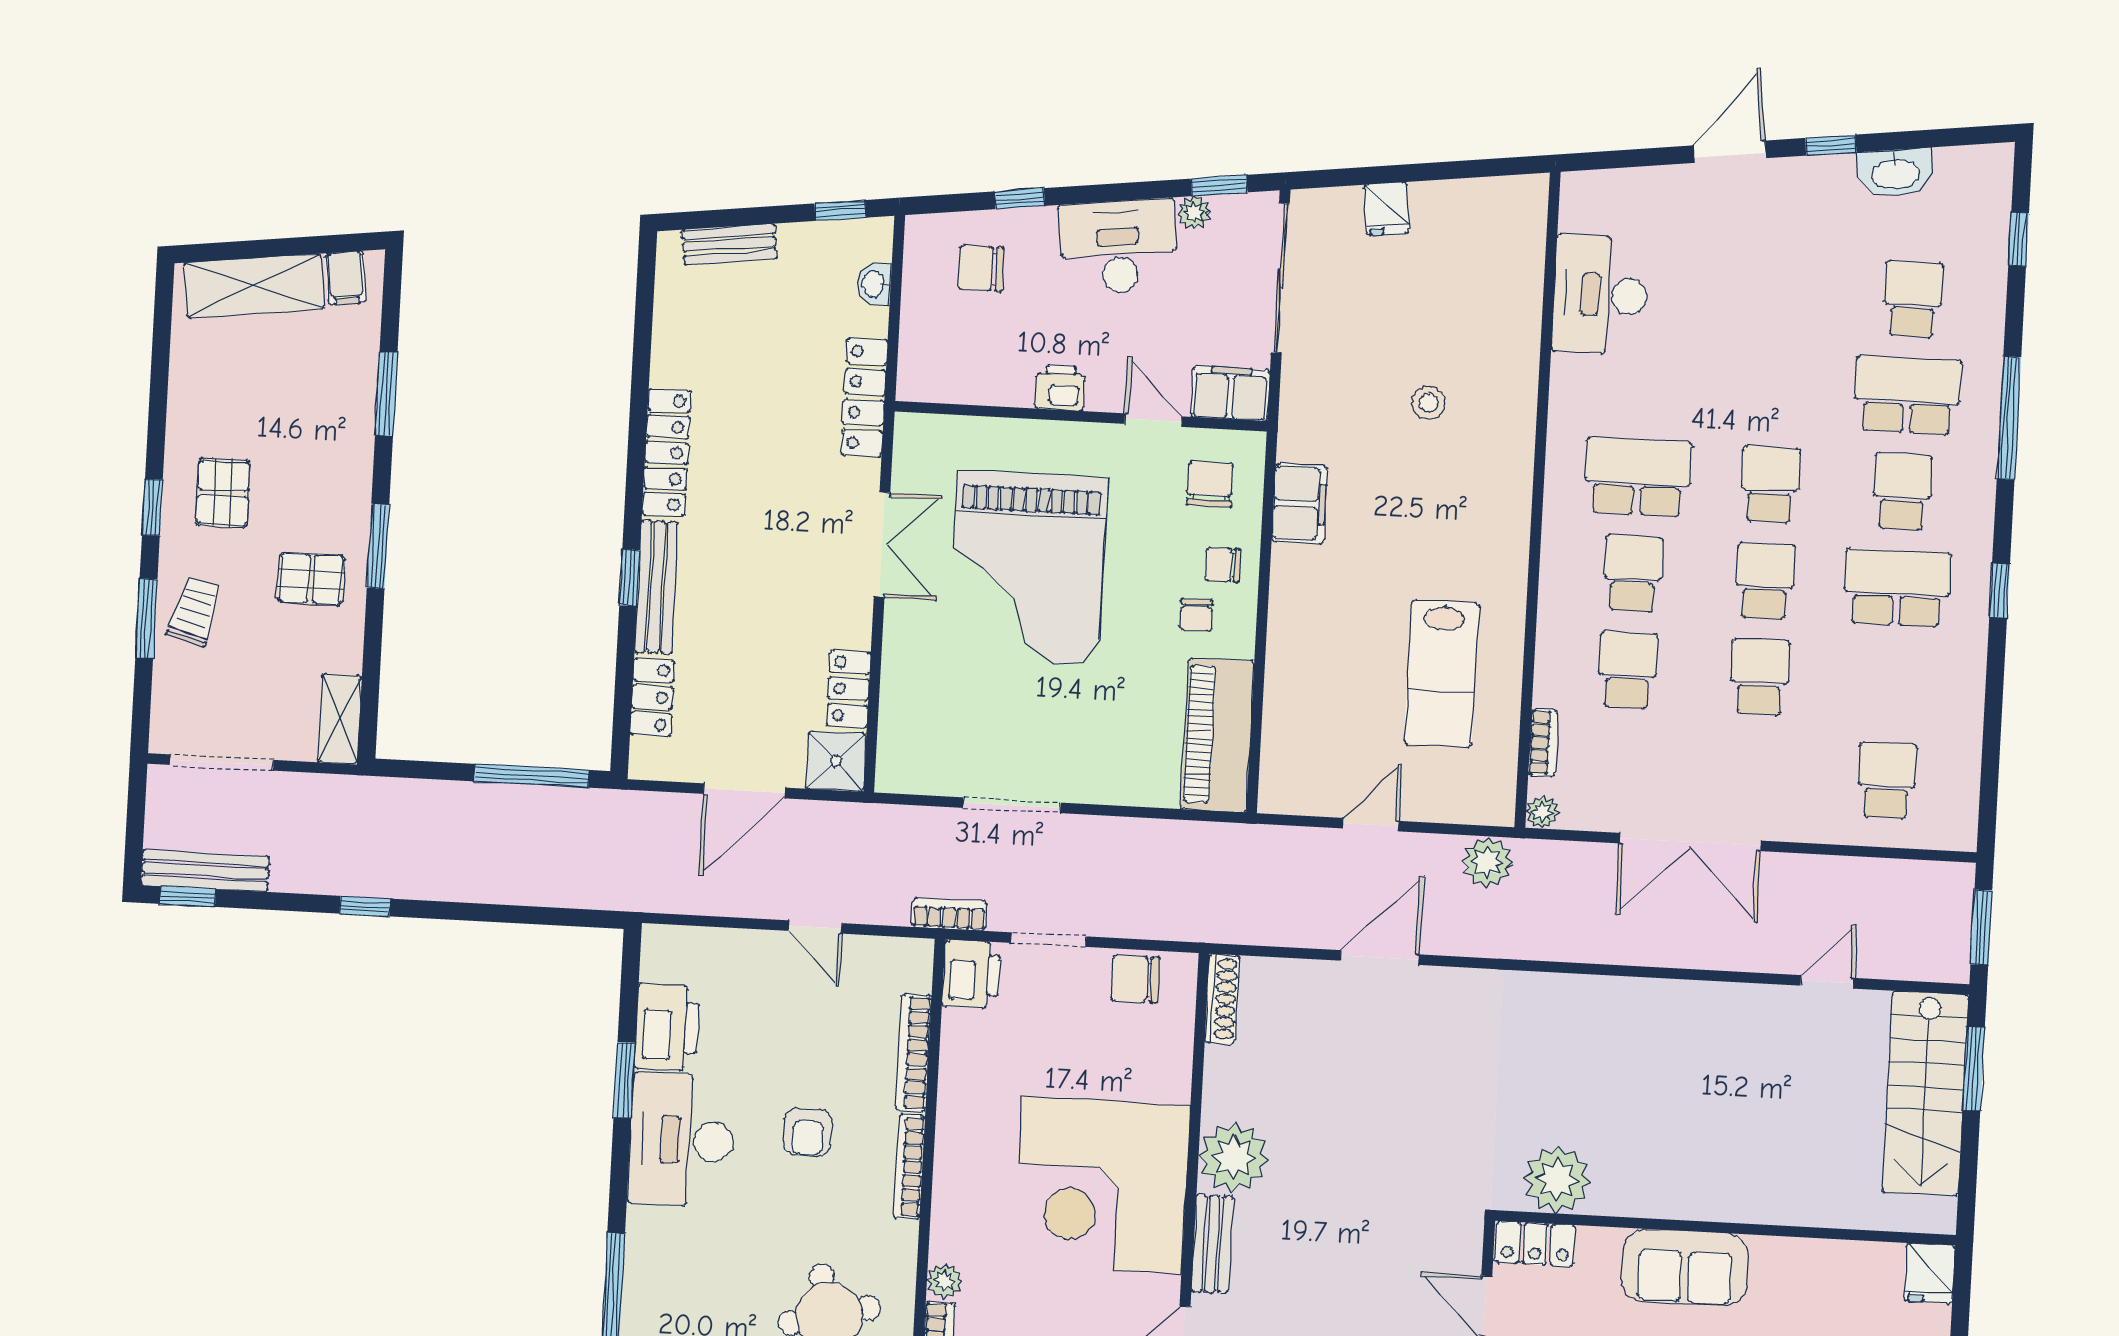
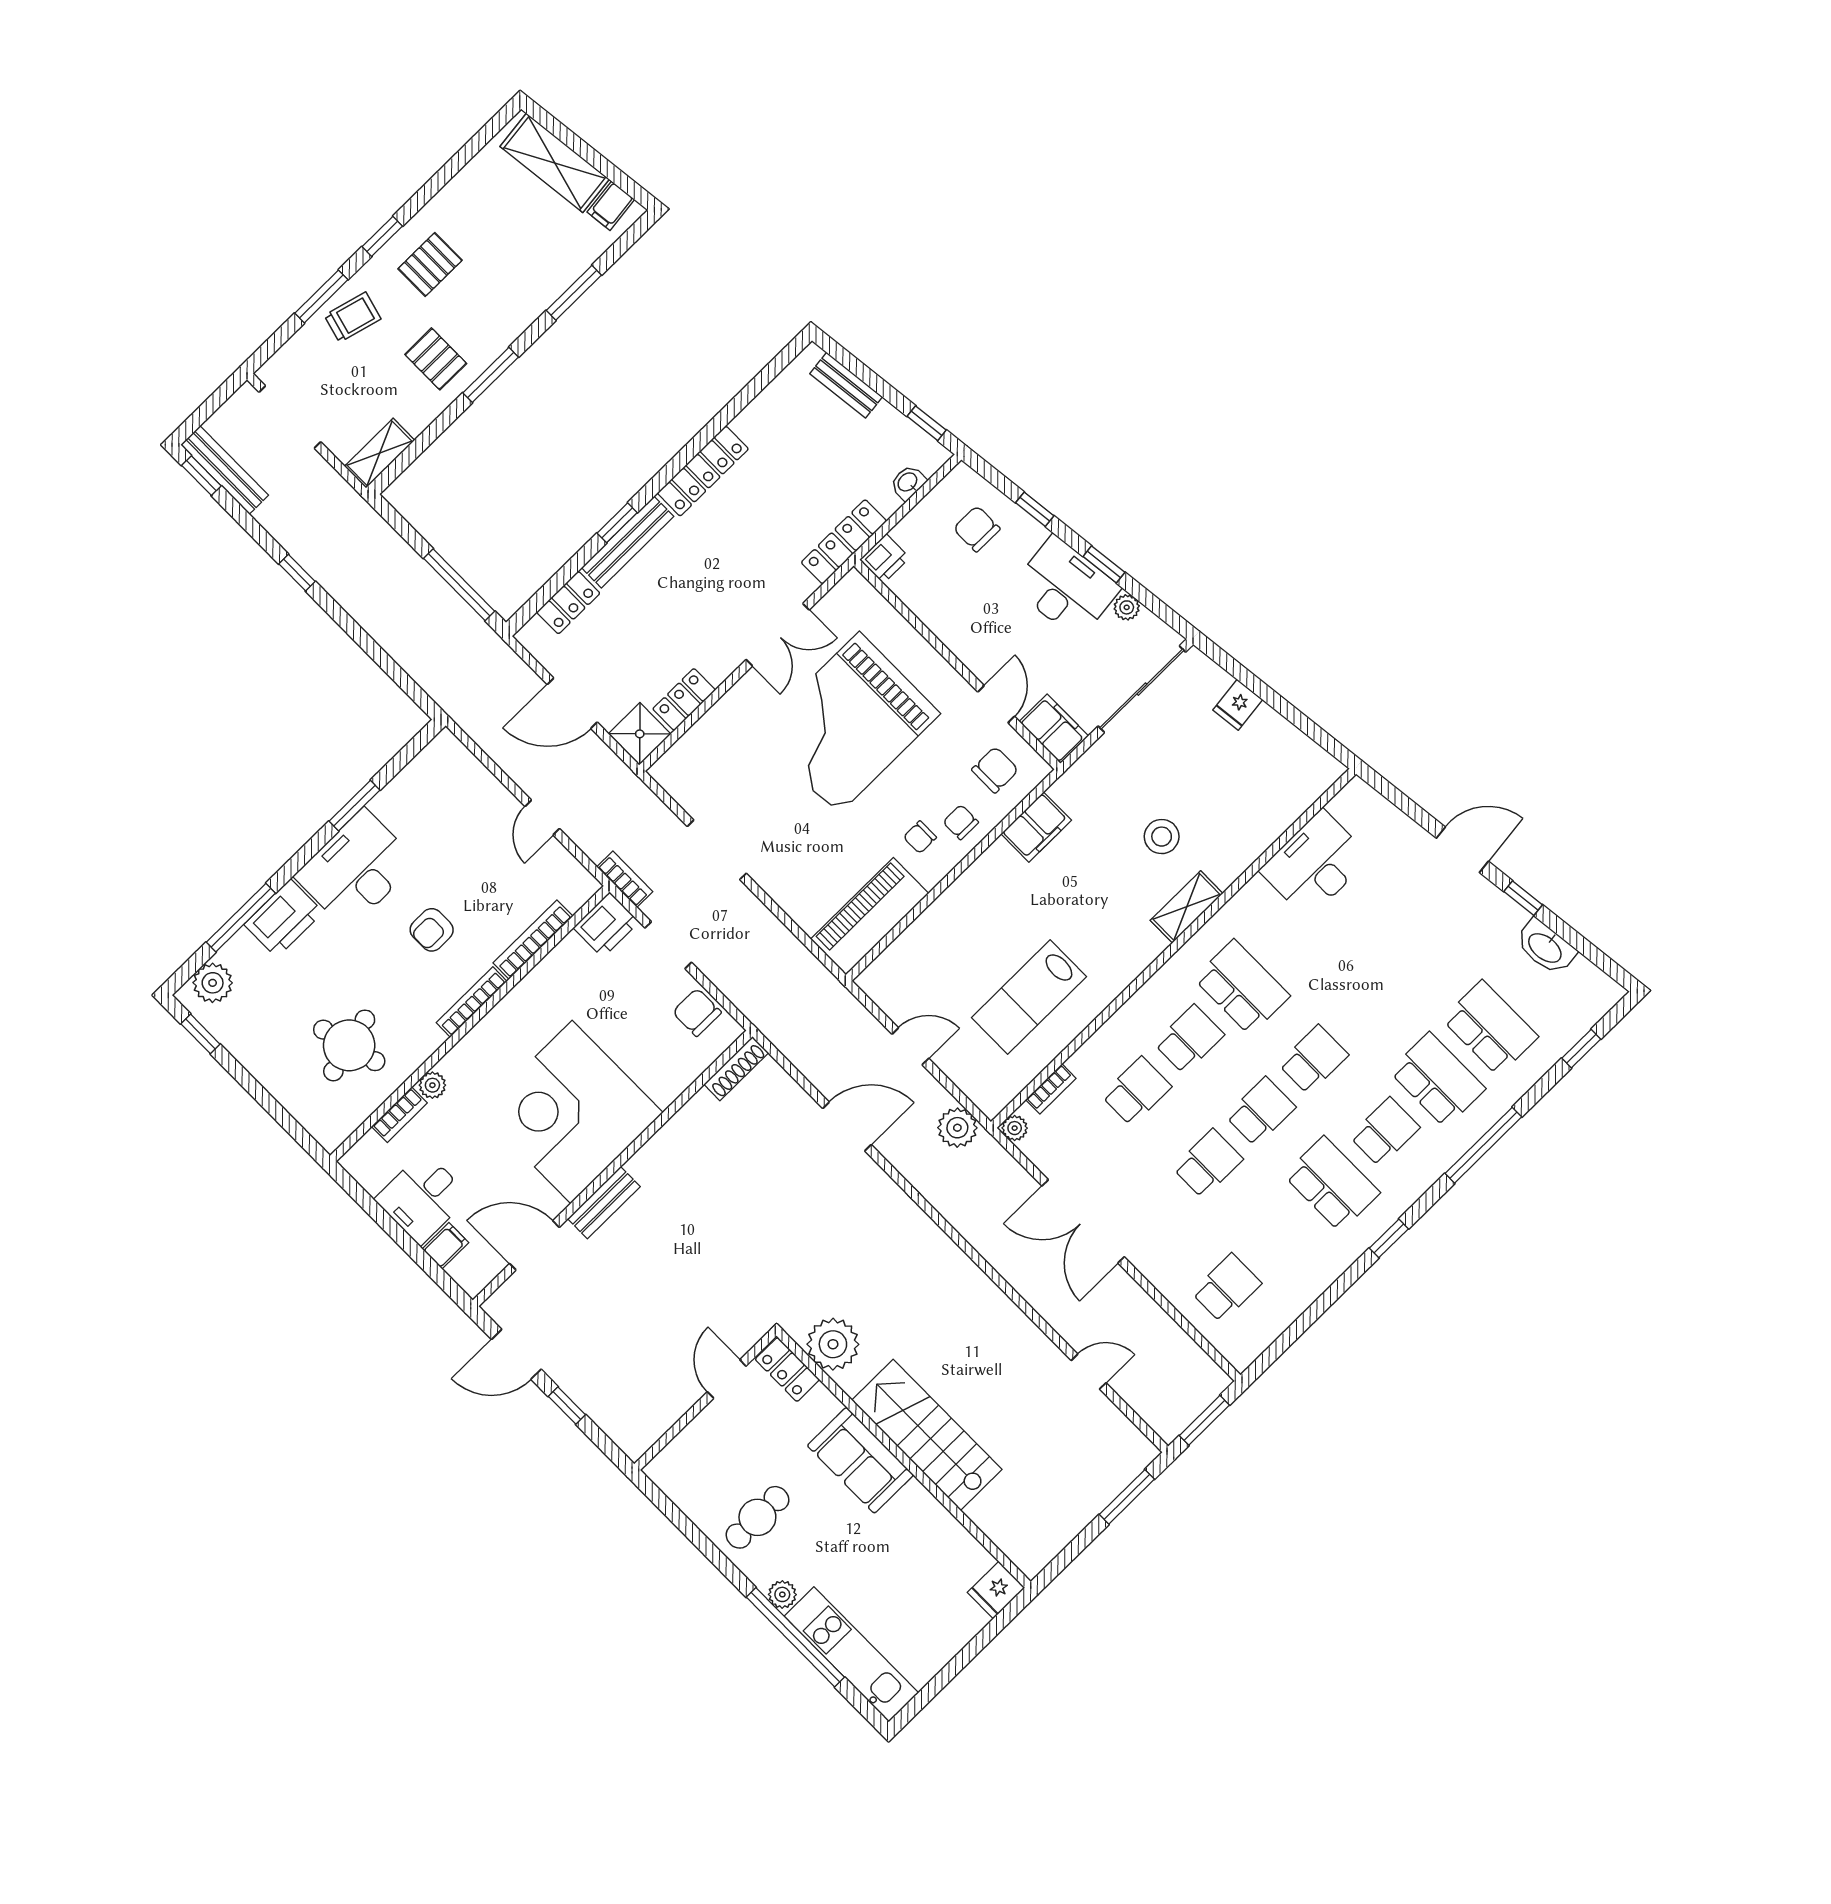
window: (1219, 185) -> (1104, 564), moved
school desk: (1913, 299) -> (1490, 1028), width x1.85
printer: (1060, 388) -> (885, 559), moved, turned 90
stool: (1429, 403) -> (1162, 837), width x1.37, depth x1.37
shelving: (1514, 449) -> (1187, 907), added
printer: (667, 1027) -> (284, 918), moved
stairs: (1925, 1093) -> (927, 1435), moved, turned 90
plant: (1234, 1158) -> (661, 1165), removed

